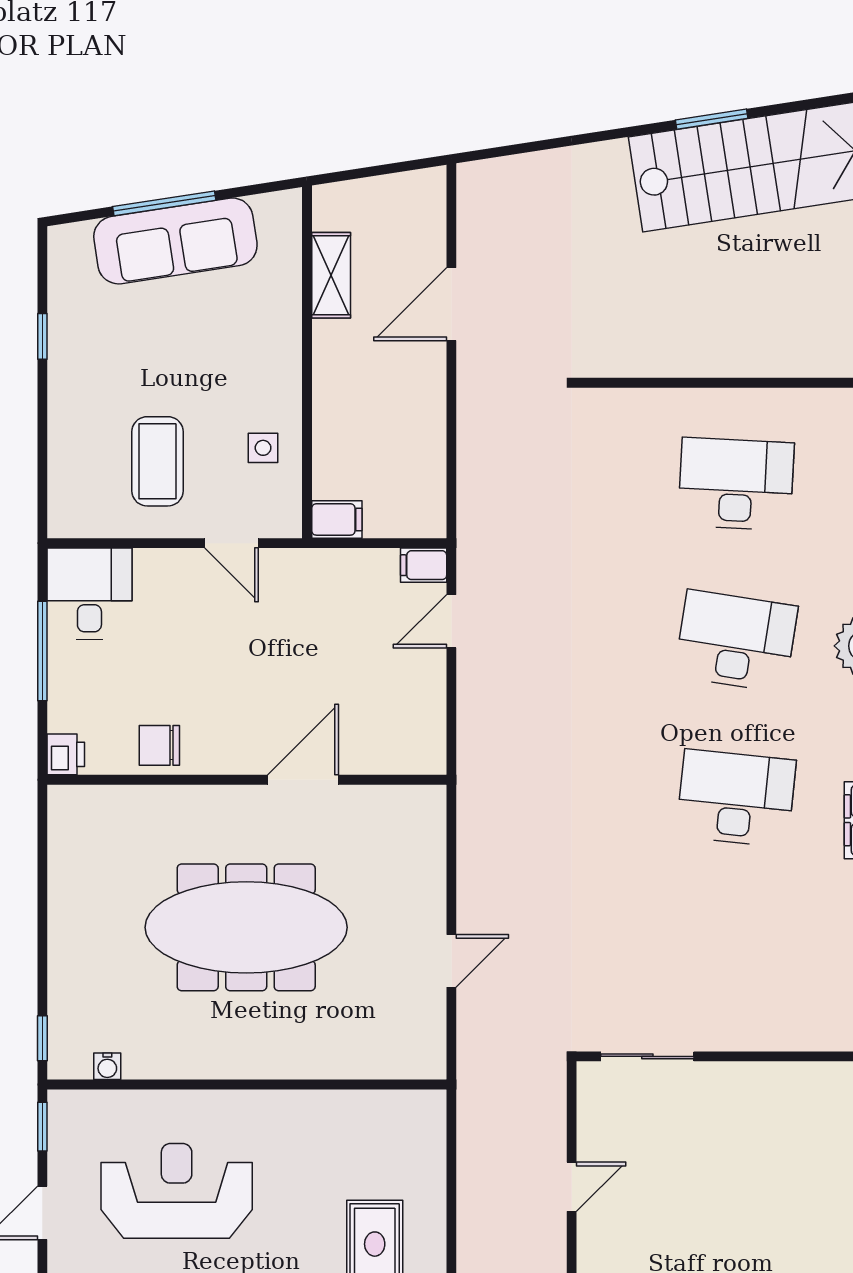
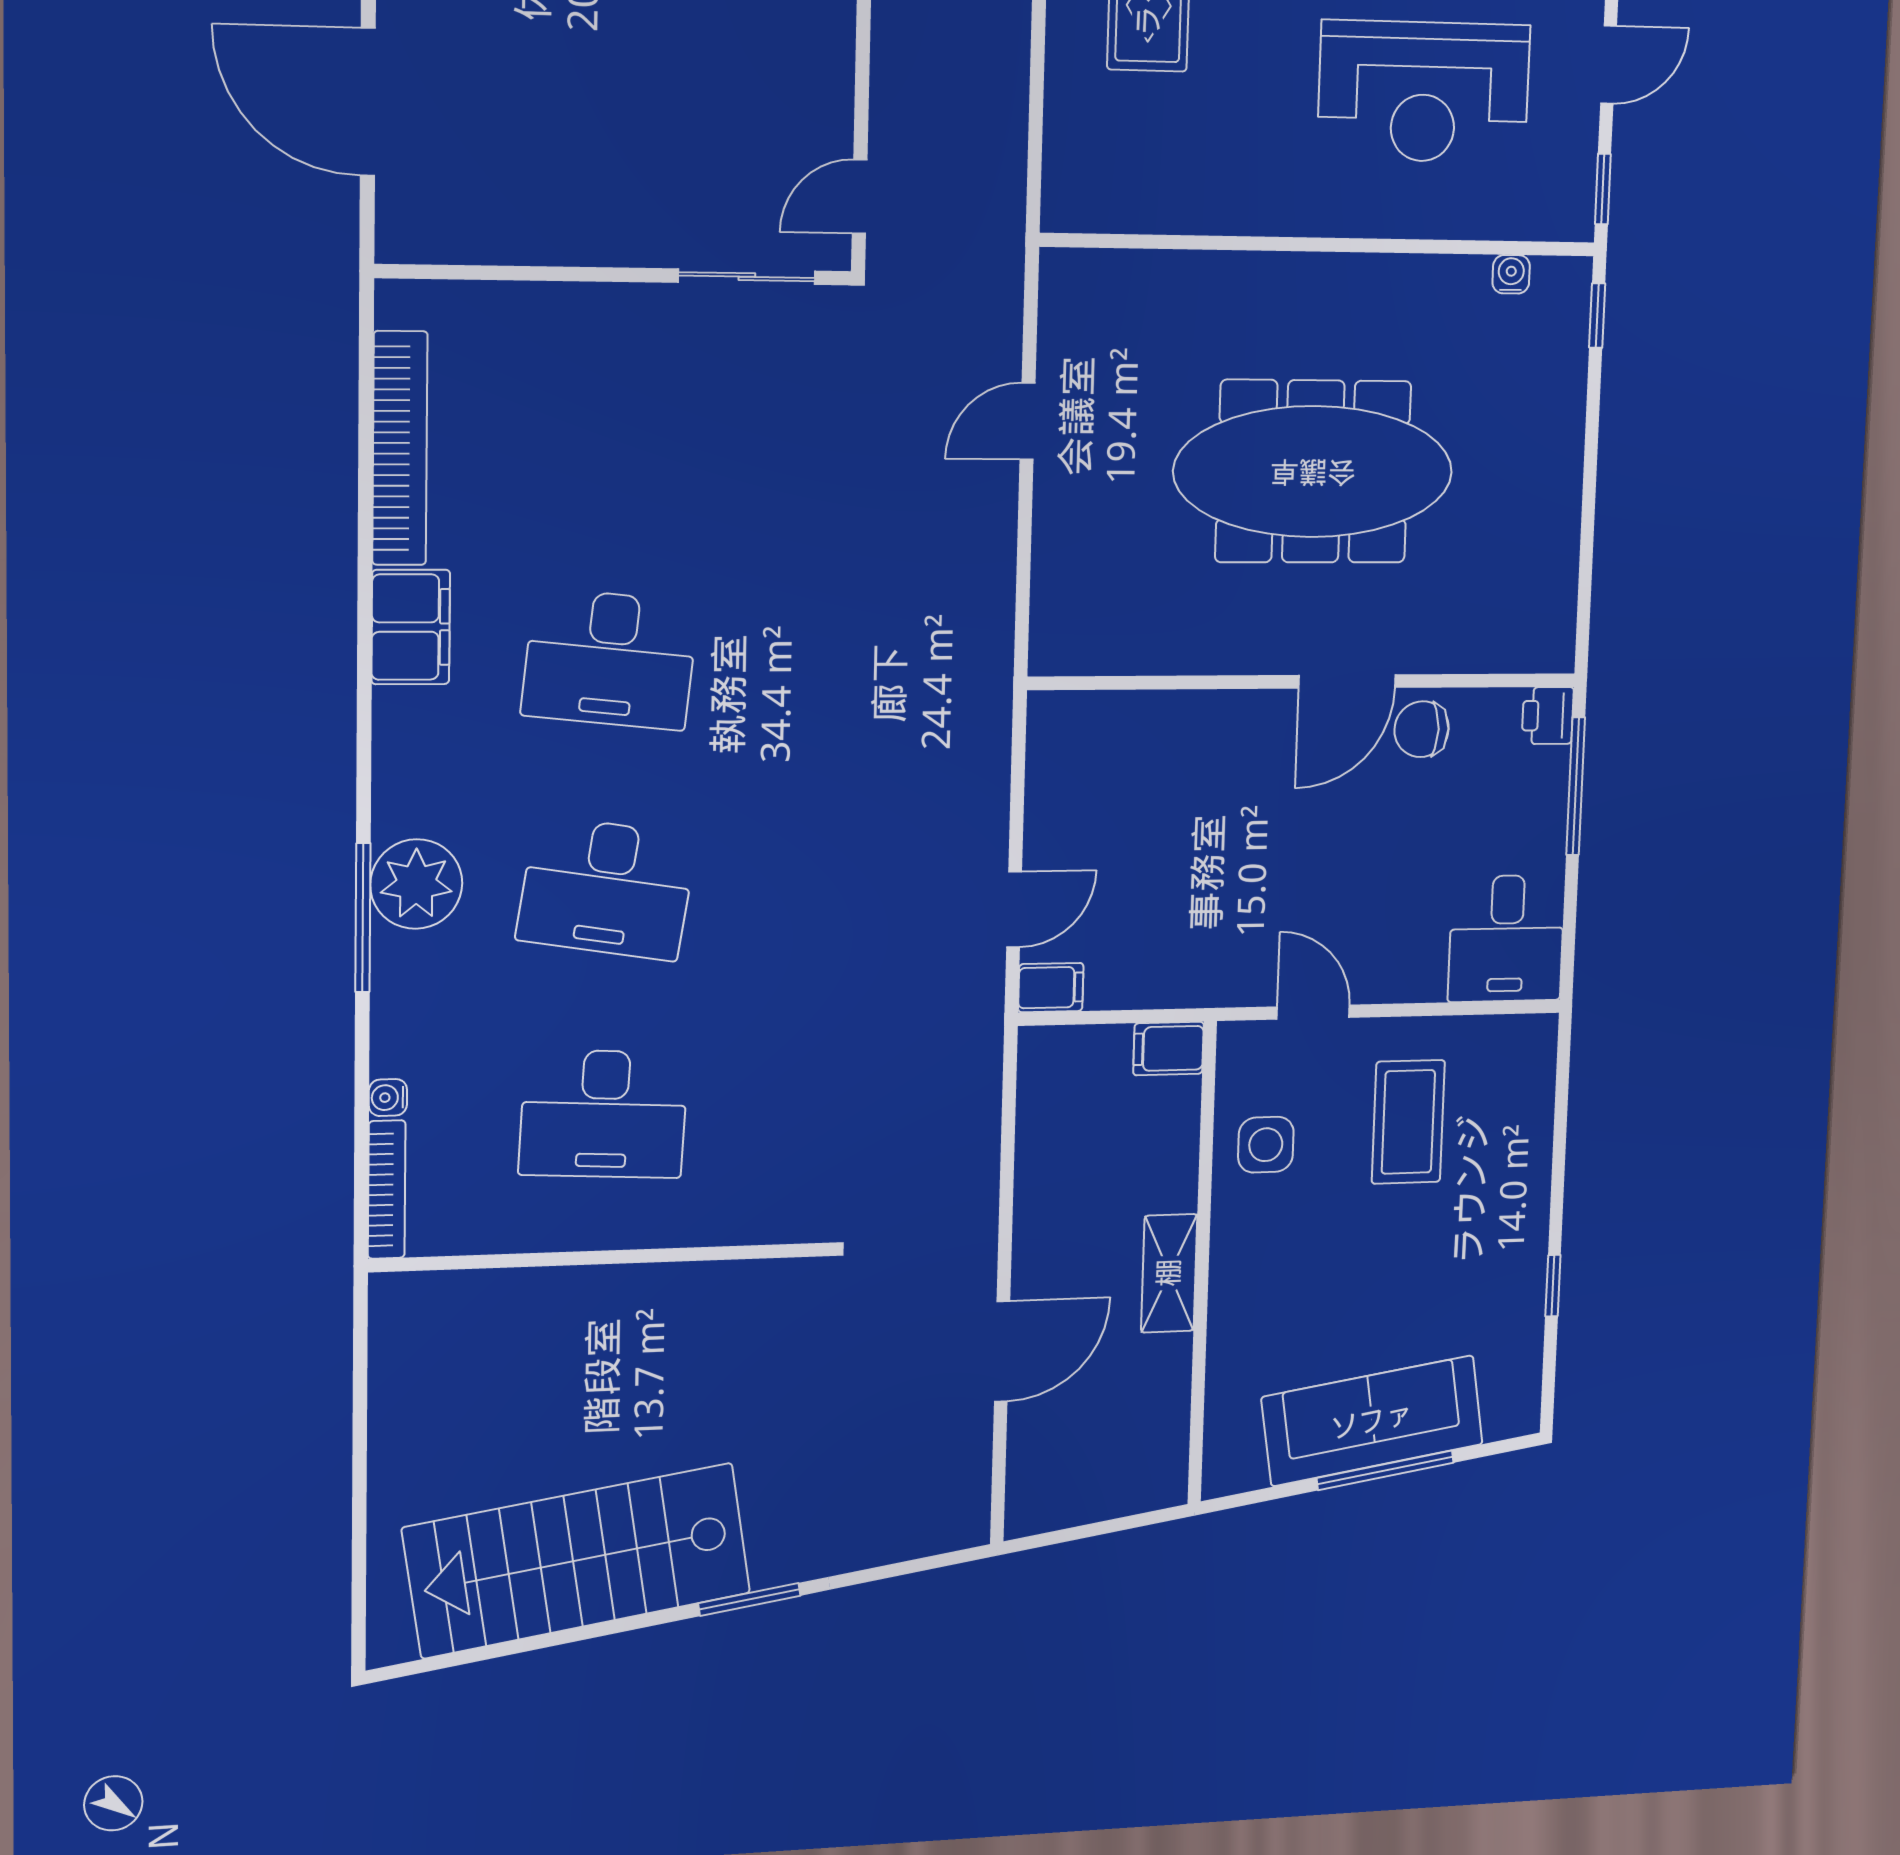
window: (712, 119) -> (749, 1599), moved
shelving: (331, 275) -> (1169, 1273), moved
side table: (263, 448) -> (1266, 1145), width x1.37, depth x1.37
window: (42, 651) -> (1576, 786), moved
chair: (159, 745) -> (1422, 729), turned 180
door: (303, 780) -> (1347, 681), moved
door: (572, 1187) -> (860, 197), moved

